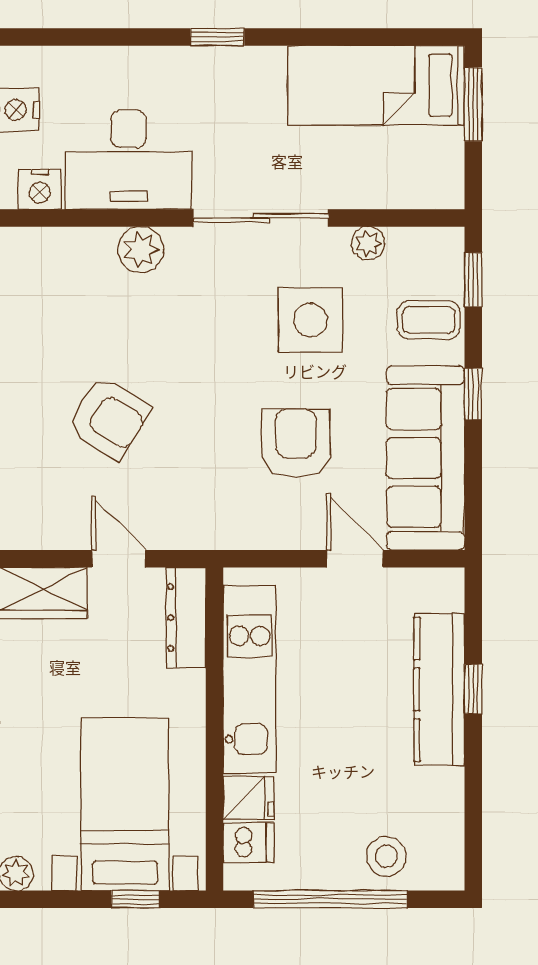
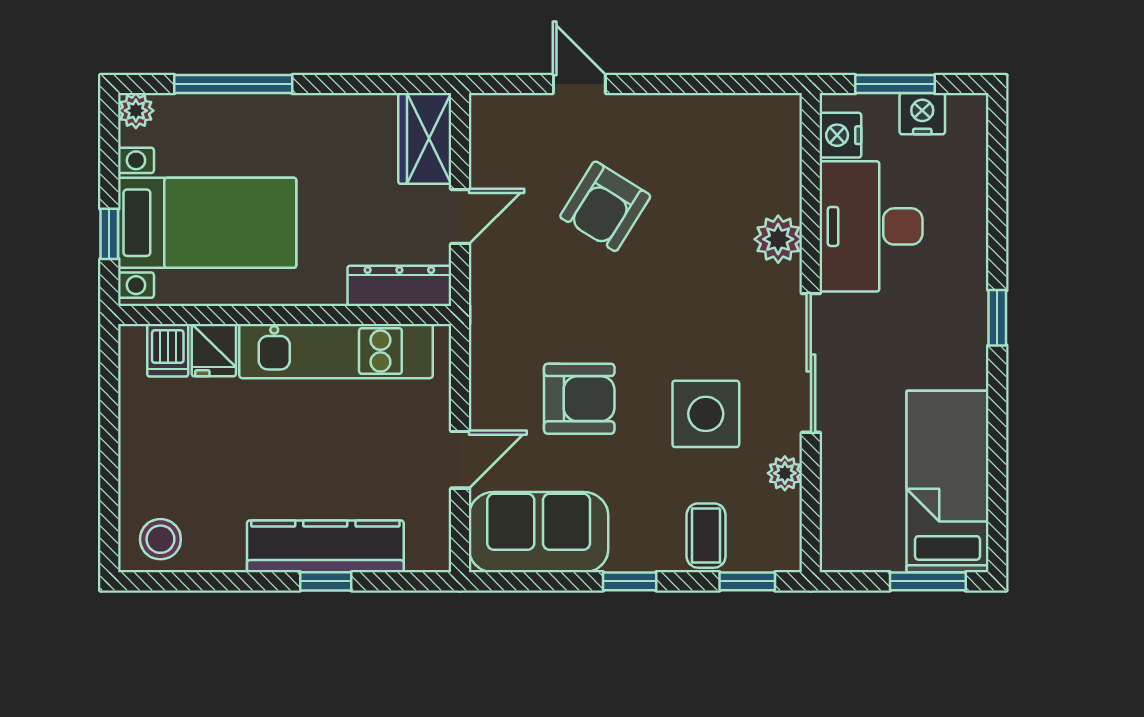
sofa: (425, 458) -> (539, 532), width x0.73
stool: (386, 856) -> (160, 539), moved
window: (330, 899) -> (109, 434), removed

